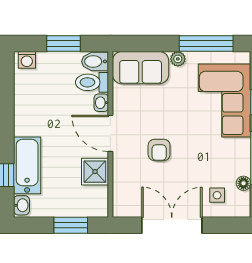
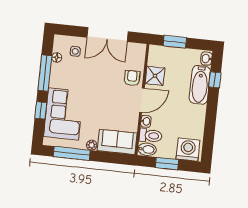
washing machine: (27, 60) -> (188, 150), width x1.89, depth x1.89
door: (110, 133) -> (142, 100), hinge flipped
armchair: (159, 150) -> (132, 78), moved

